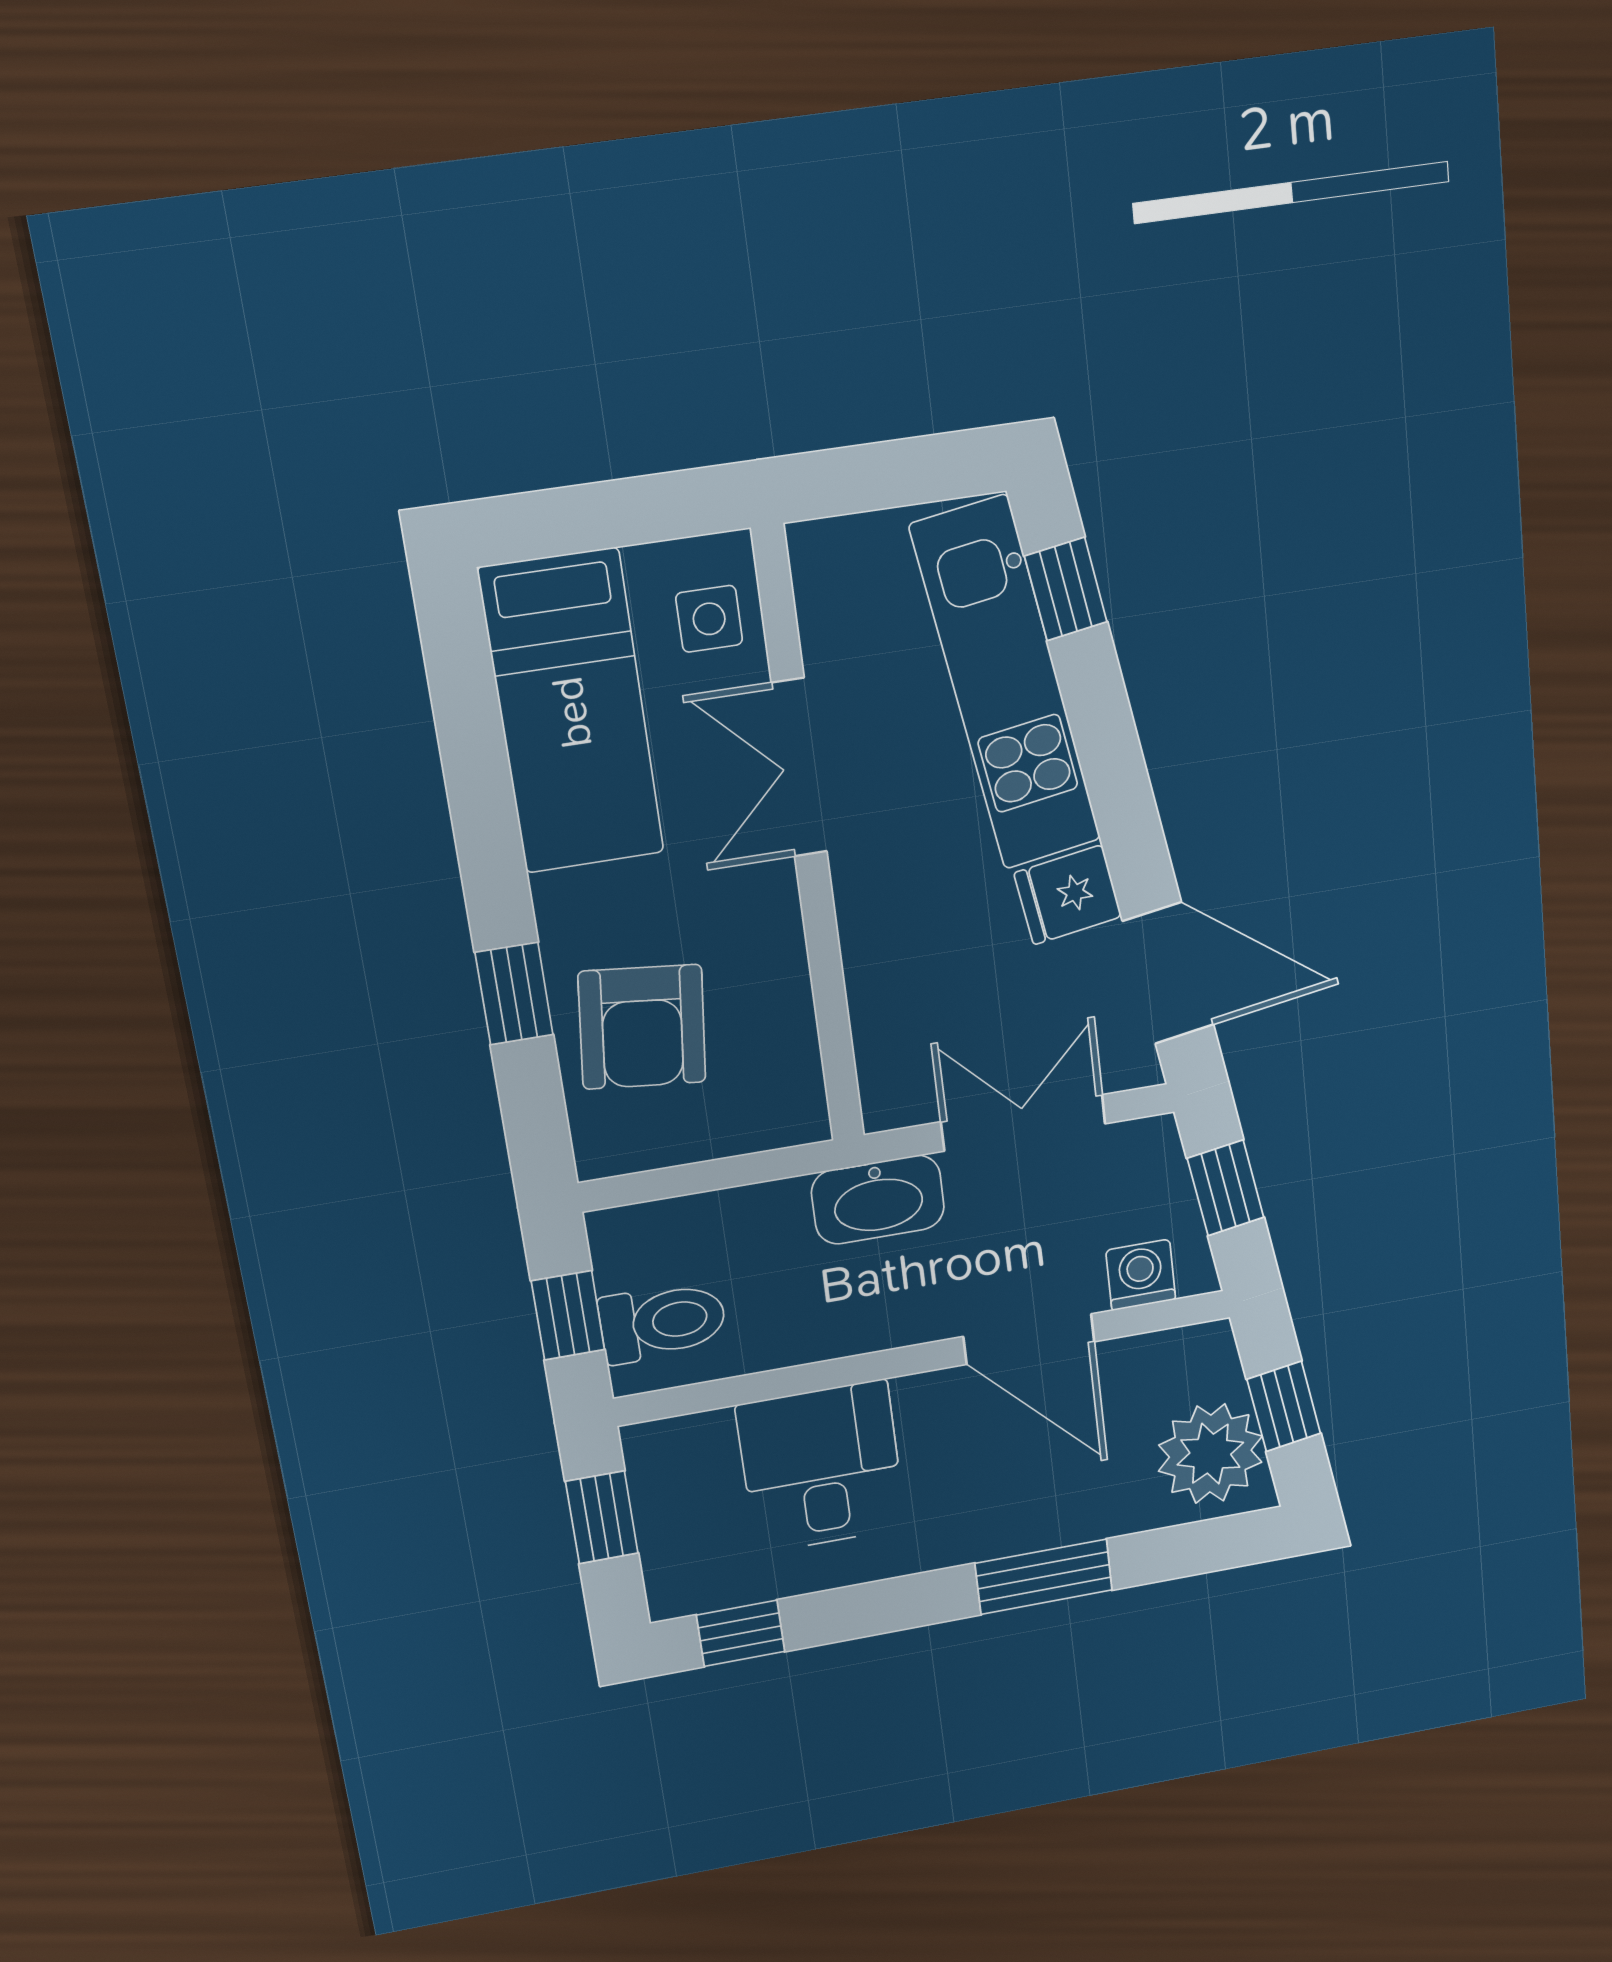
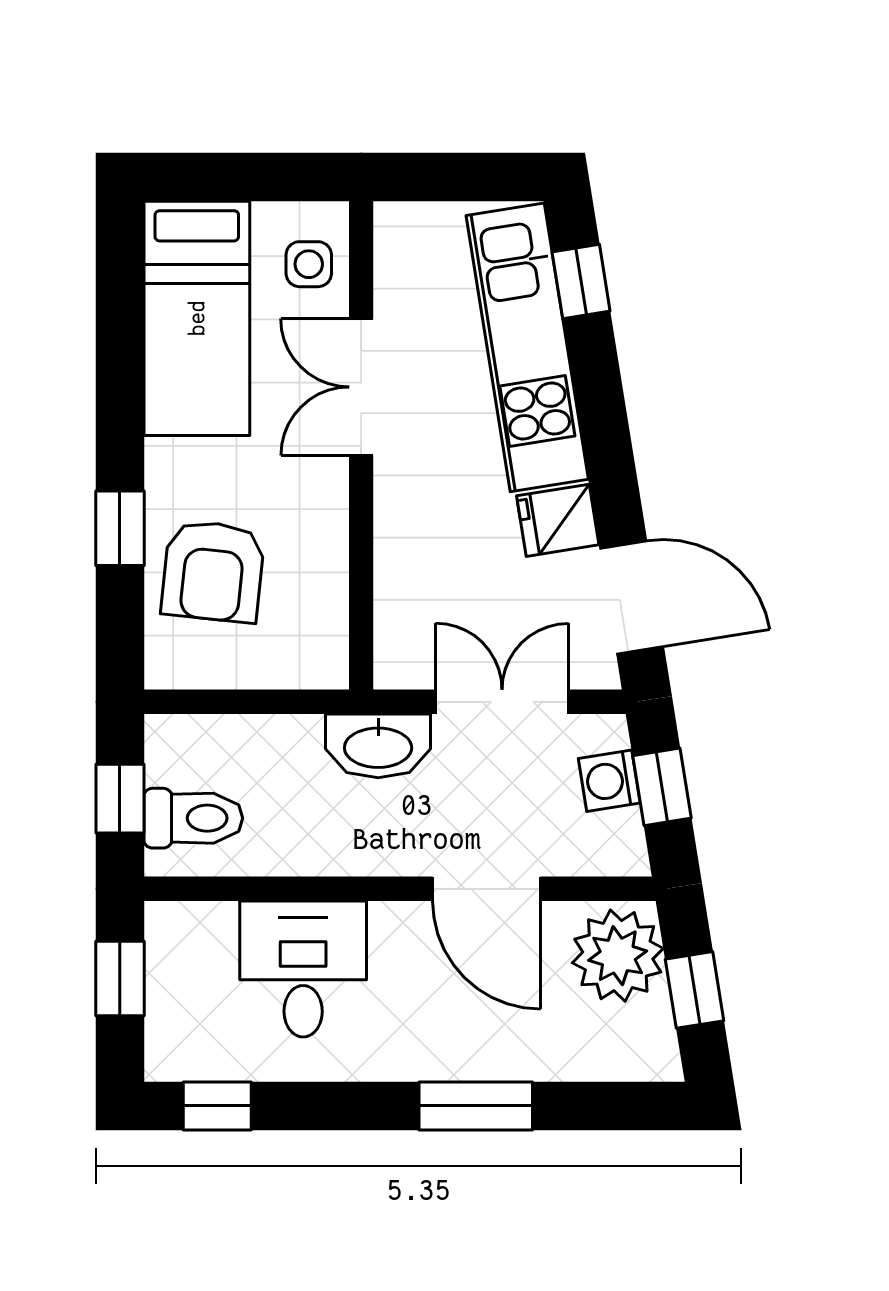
washing machine: (1141, 1275) -> (609, 781), moved, turned -99
plant: (1210, 1454) -> (618, 956), moved

